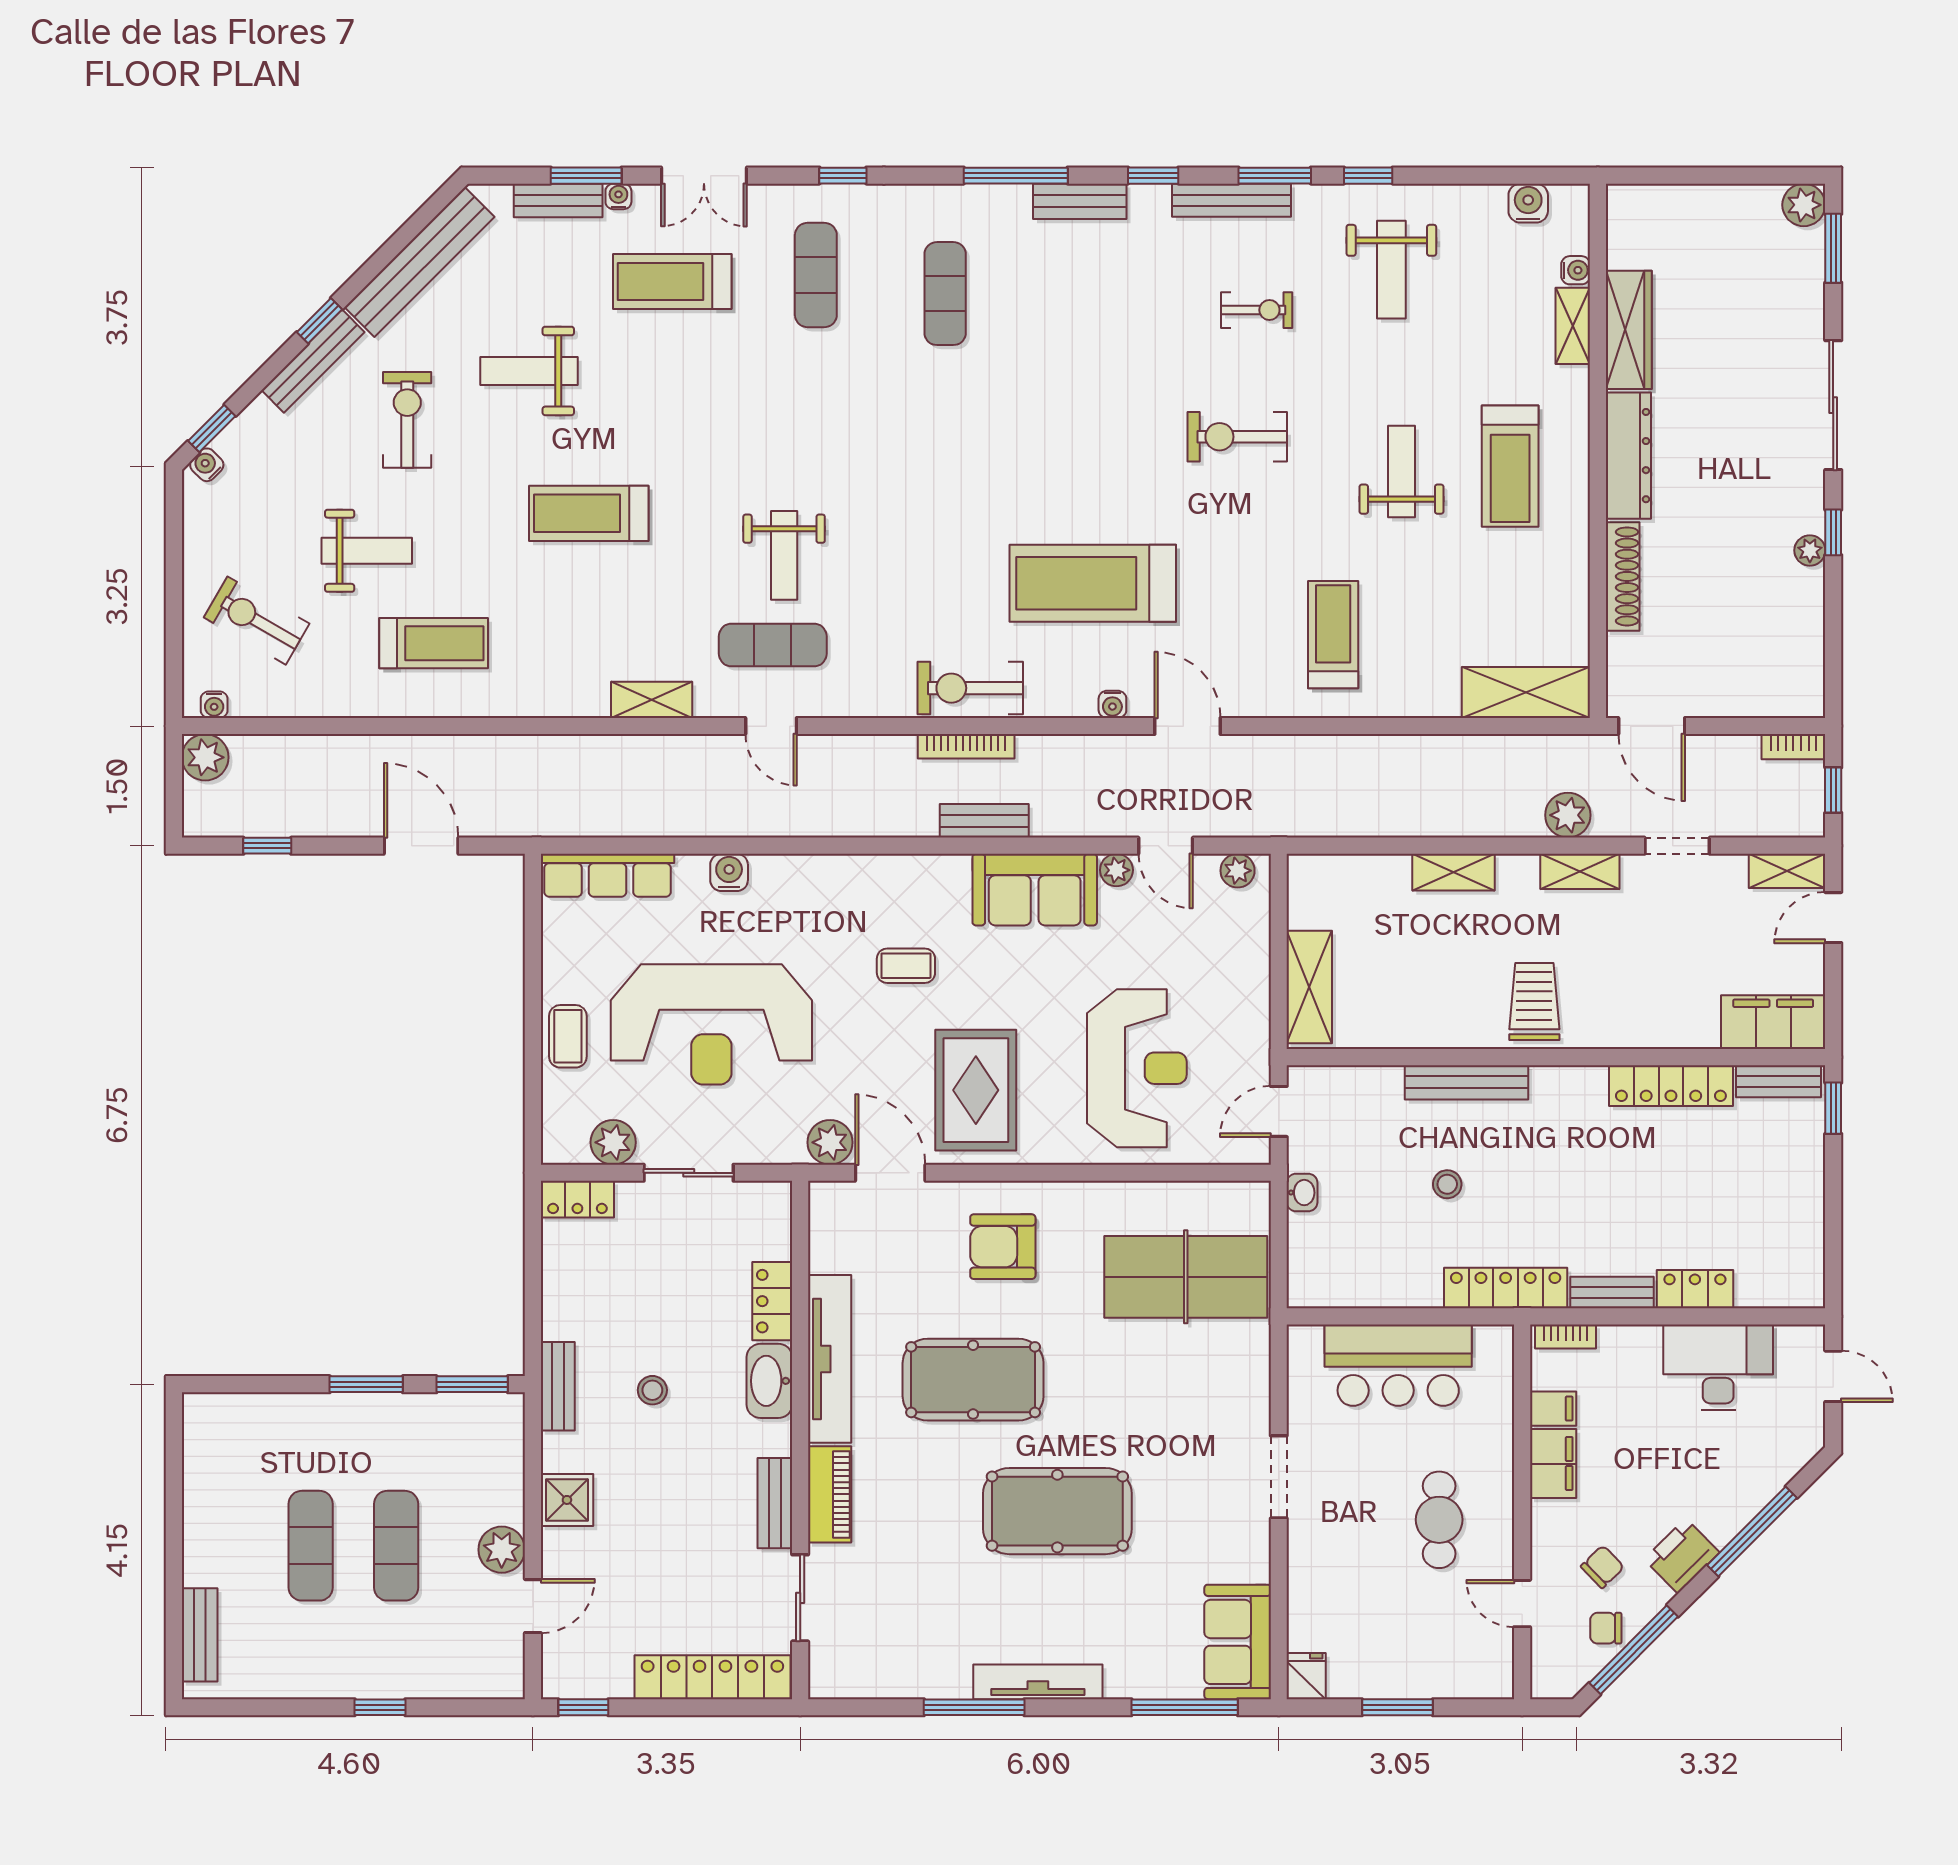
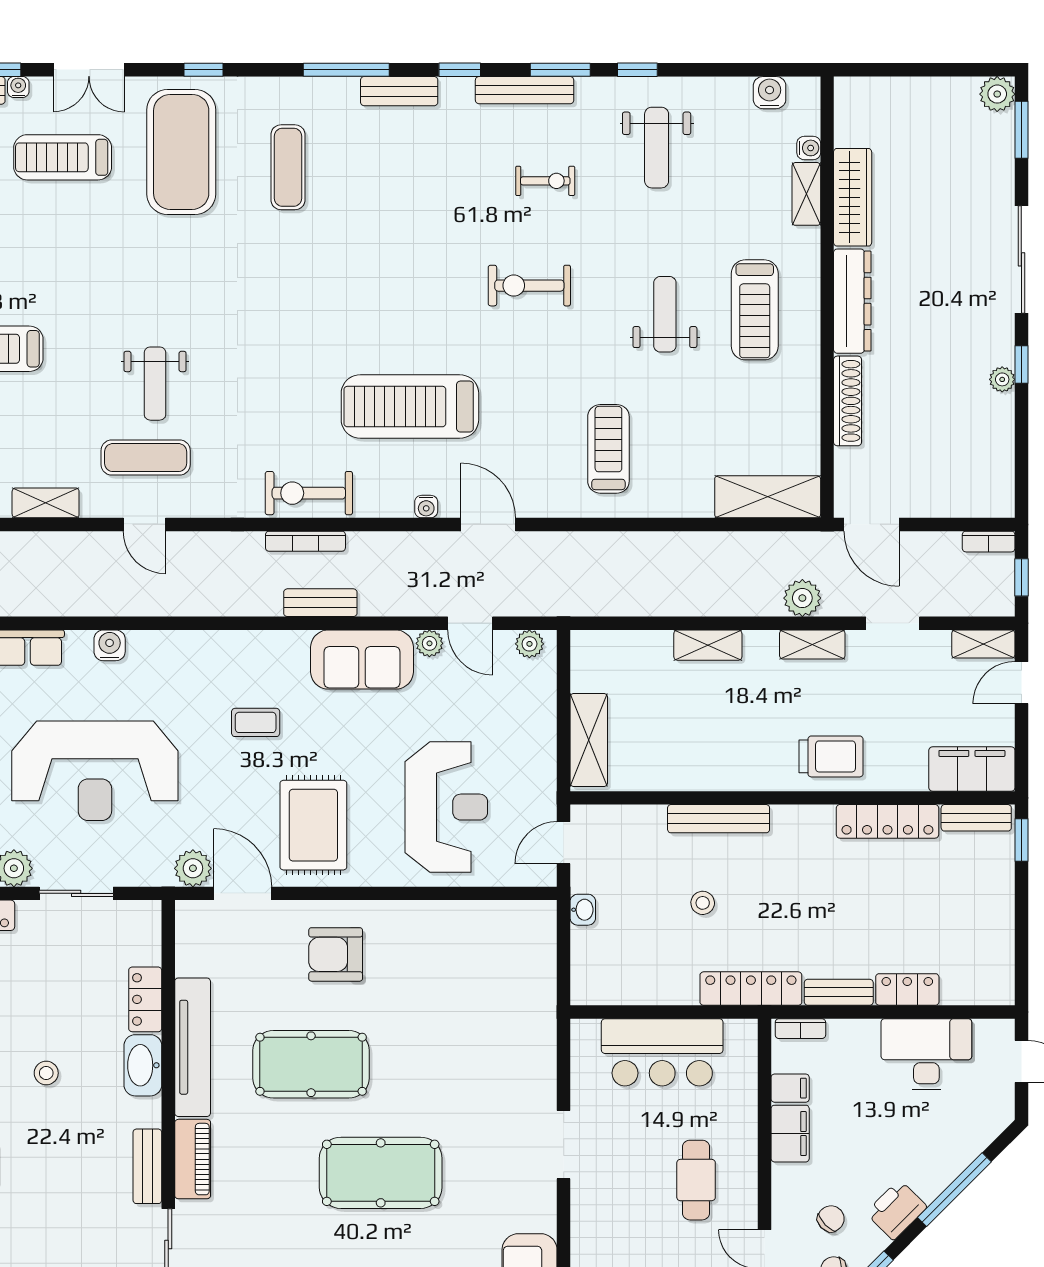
exercise mat: (816, 275) -> (181, 152), width x2.00, depth x1.45
trolley: (1534, 1002) -> (831, 756), moved, turned 90
table tennis table: (1186, 1277) -> (487, 979), removed

